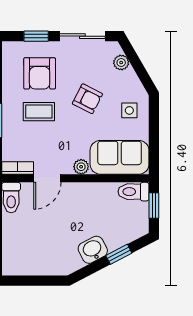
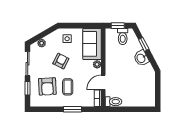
armchair: (40, 73) -> (47, 86), turned 87
door: (47, 178) -> (103, 82), swing flipped
toilet: (133, 192) -> (123, 36), moved

